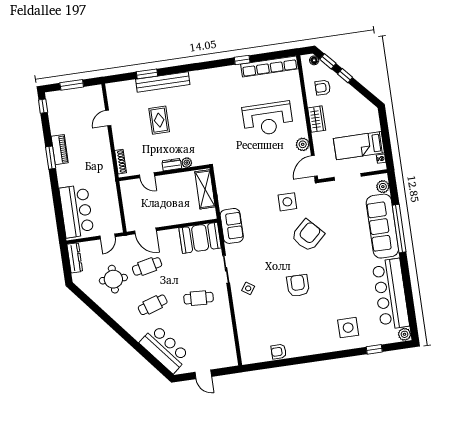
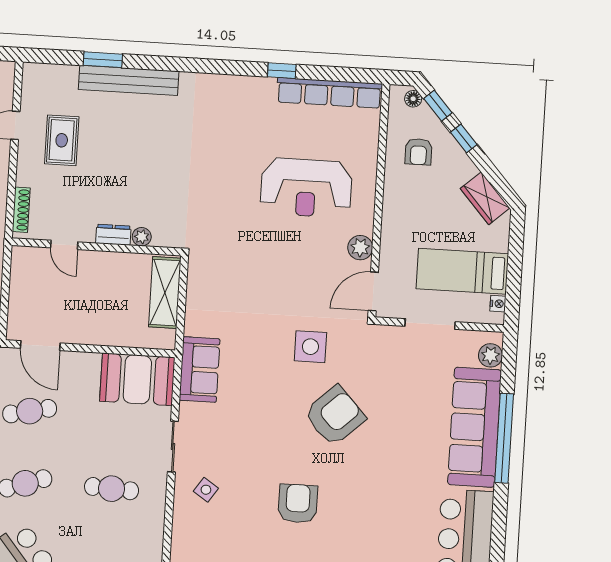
armchair: (323, 88) -> (419, 152), turned -90
wardrobe: (317, 119) -> (485, 198), moved, turned 138
rug: (159, 120) -> (62, 140), moved

